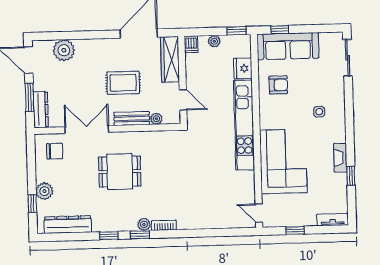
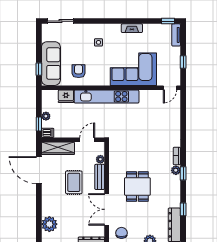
window: (236, 31) -> (39, 124), moved
window: (351, 176) -> (168, 21), moved
window: (109, 236) -> (183, 209), moved

